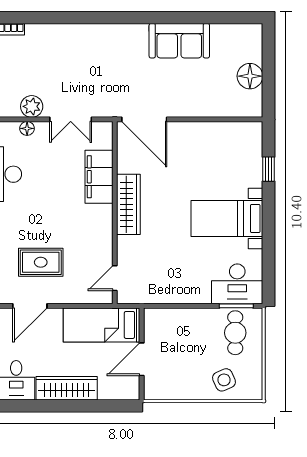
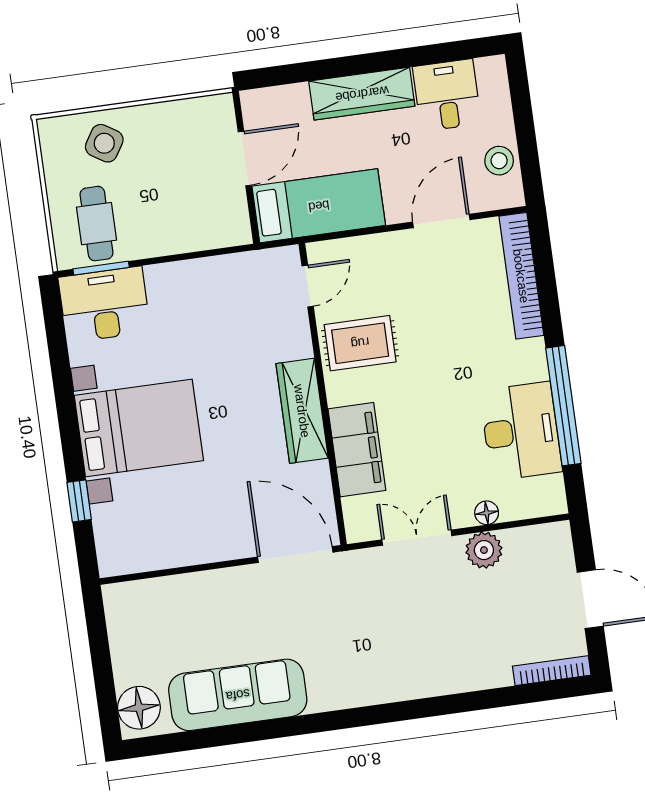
sofa: (179, 41) -> (238, 695), width x1.36
floor lamp: (250, 76) -> (139, 708), moved
bed with nightstands: (227, 218) -> (139, 428), width x1.36
rug: (41, 262) -> (360, 343), moved
side table: (224, 380) -> (104, 143), turned -34

